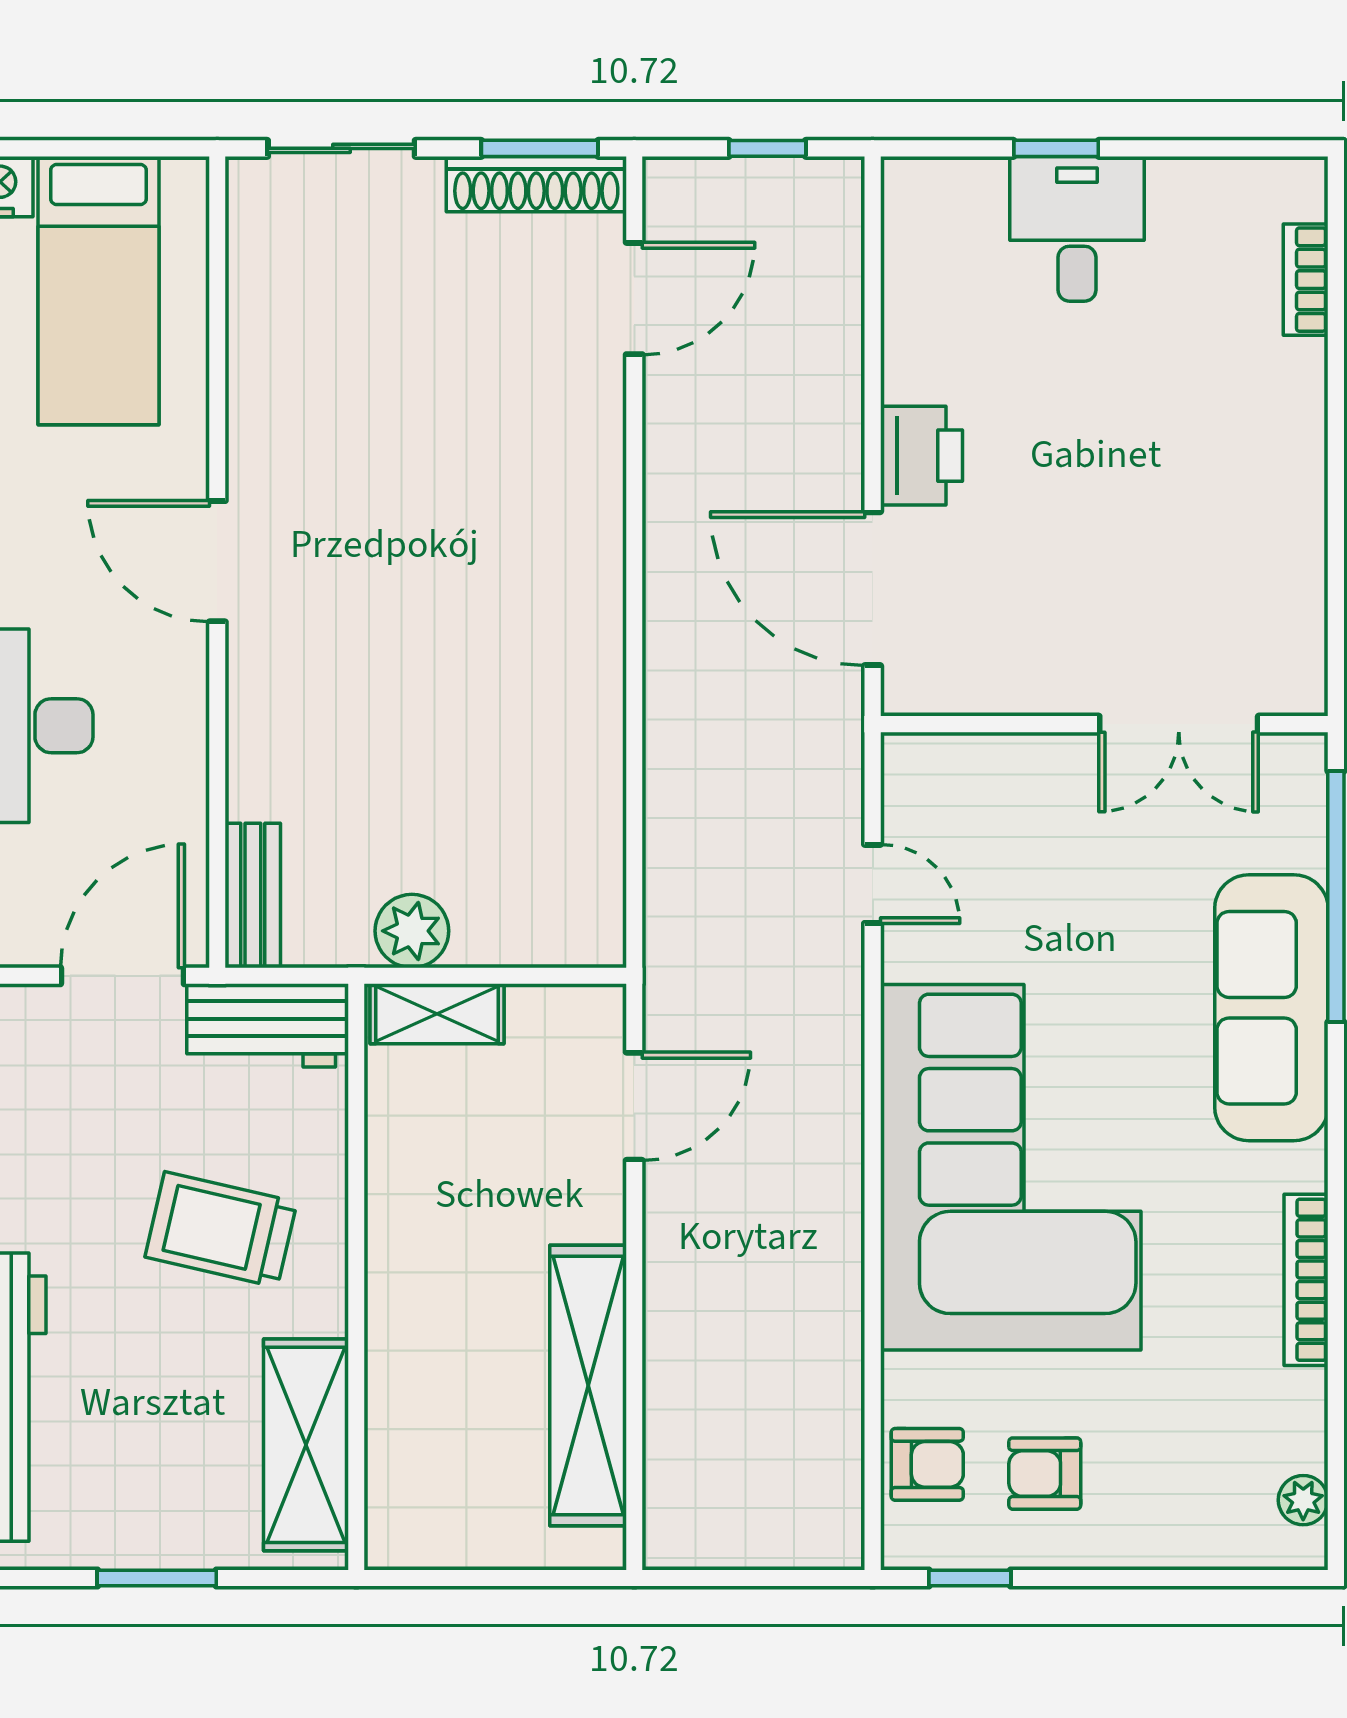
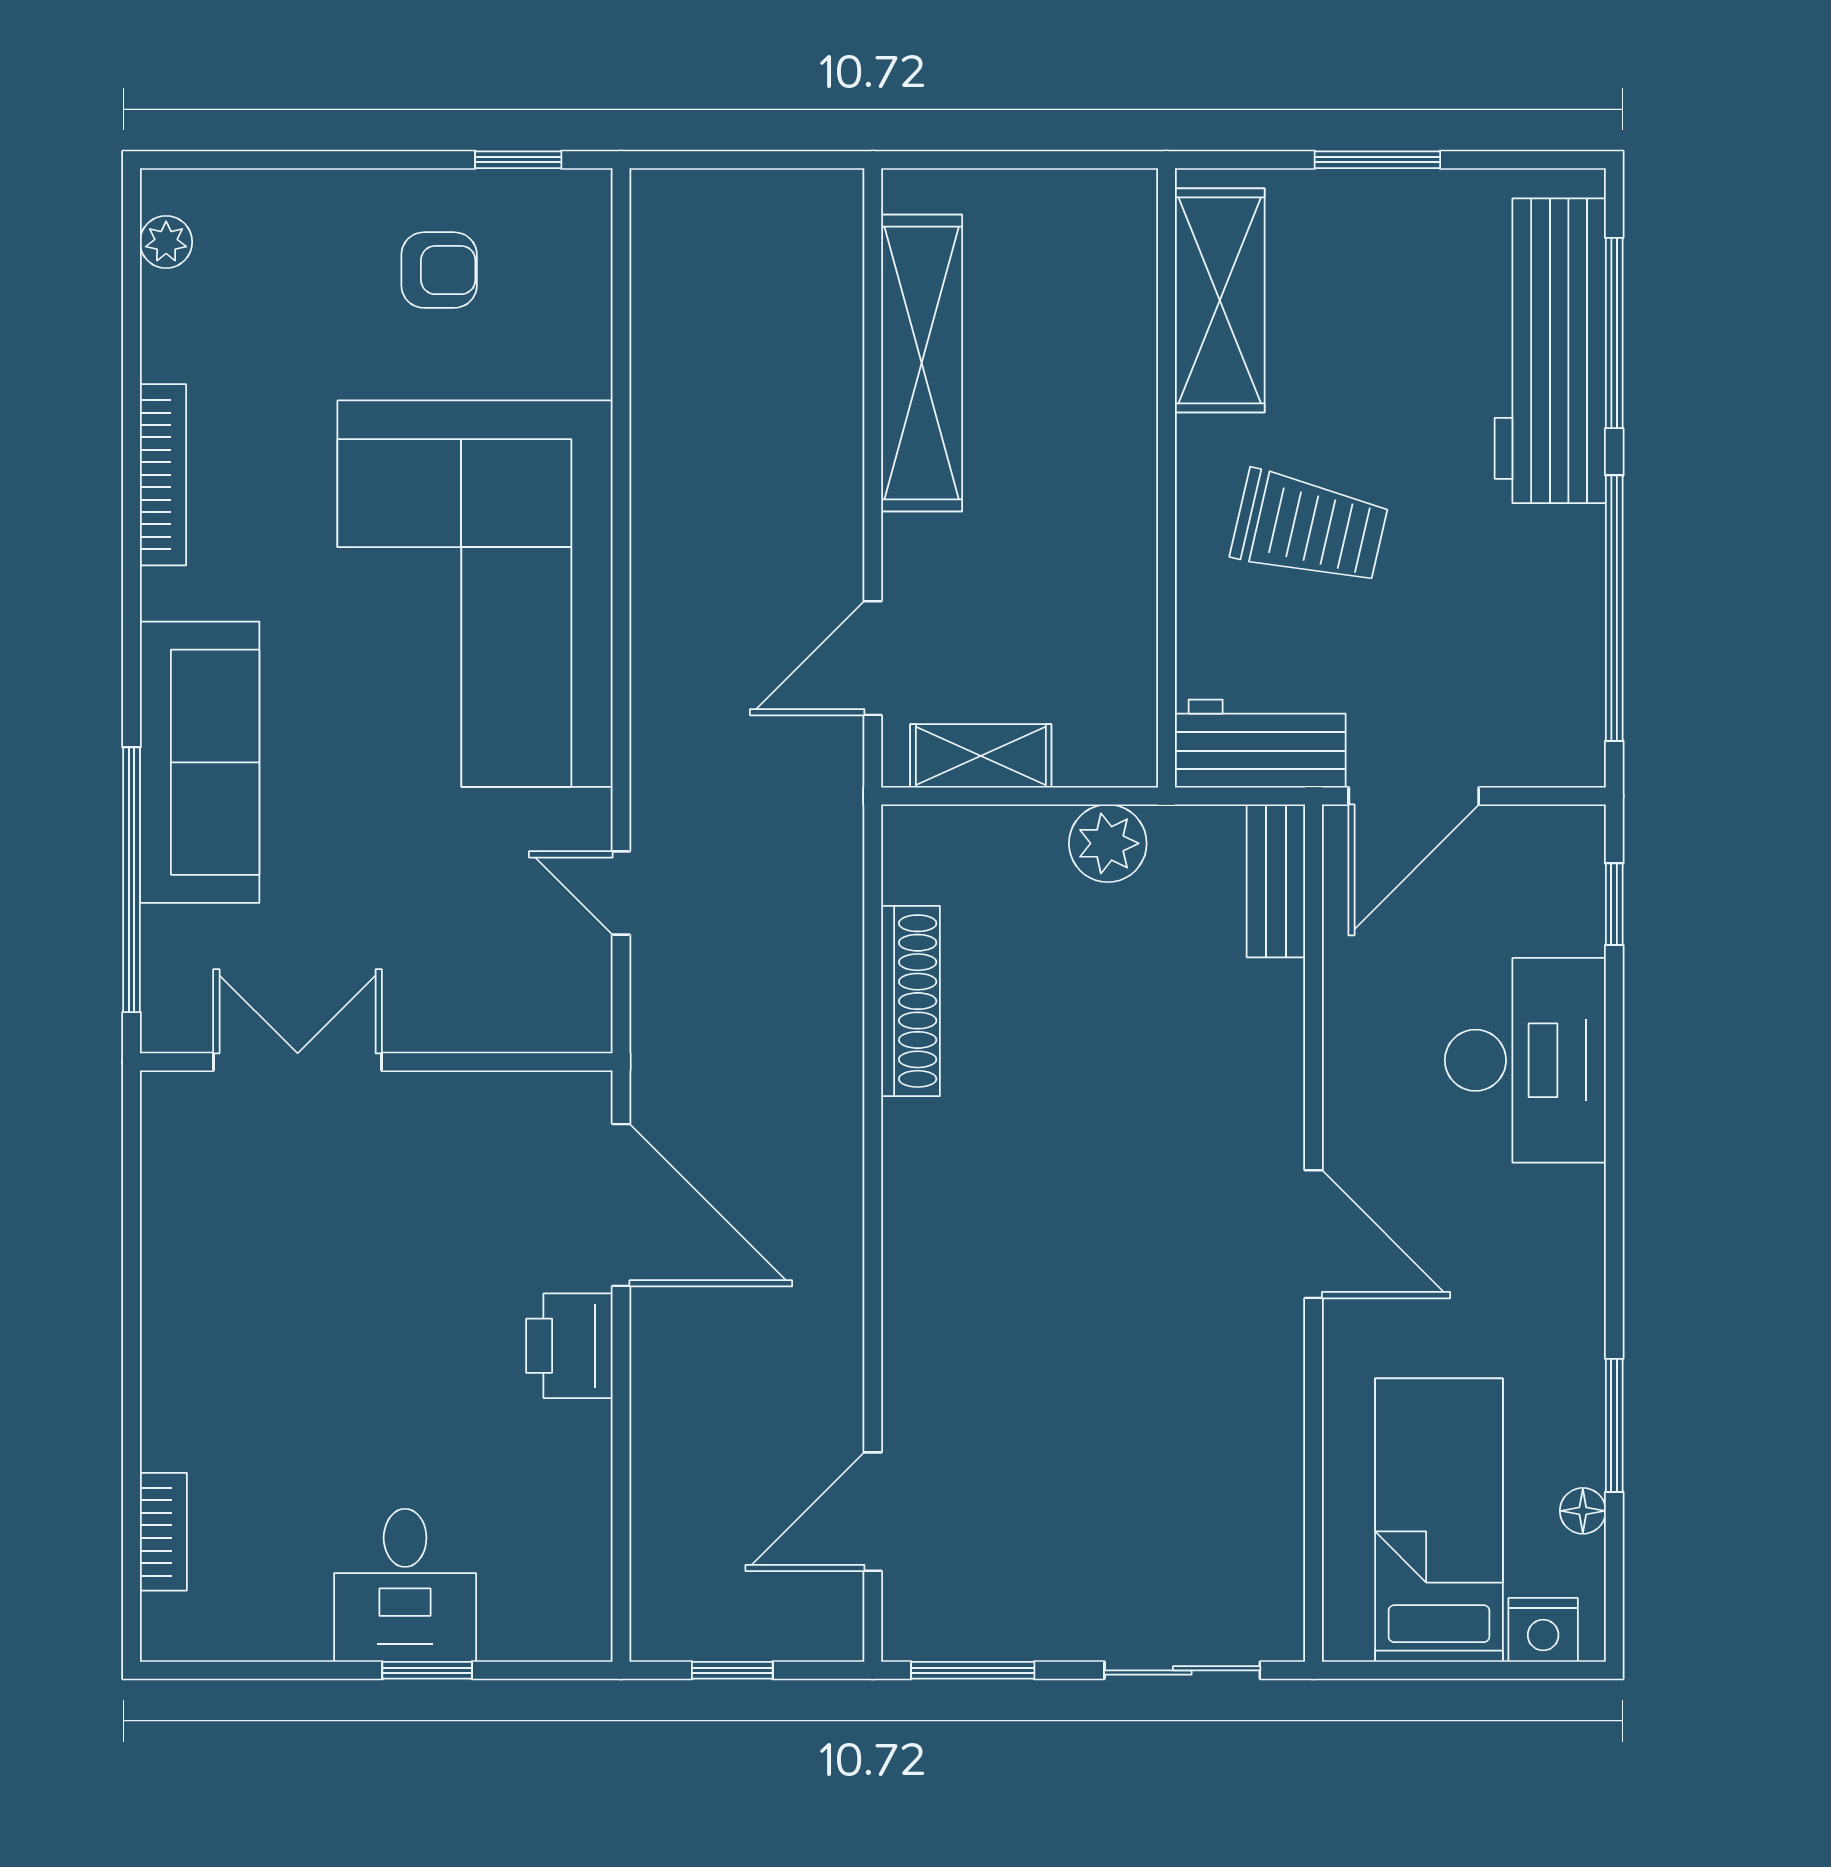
shoe rack: (536, 184) -> (911, 1001), moved, turned 90
shelving: (437, 1014) -> (981, 756), moved
armchair: (927, 1464) -> (563, 280), removed

